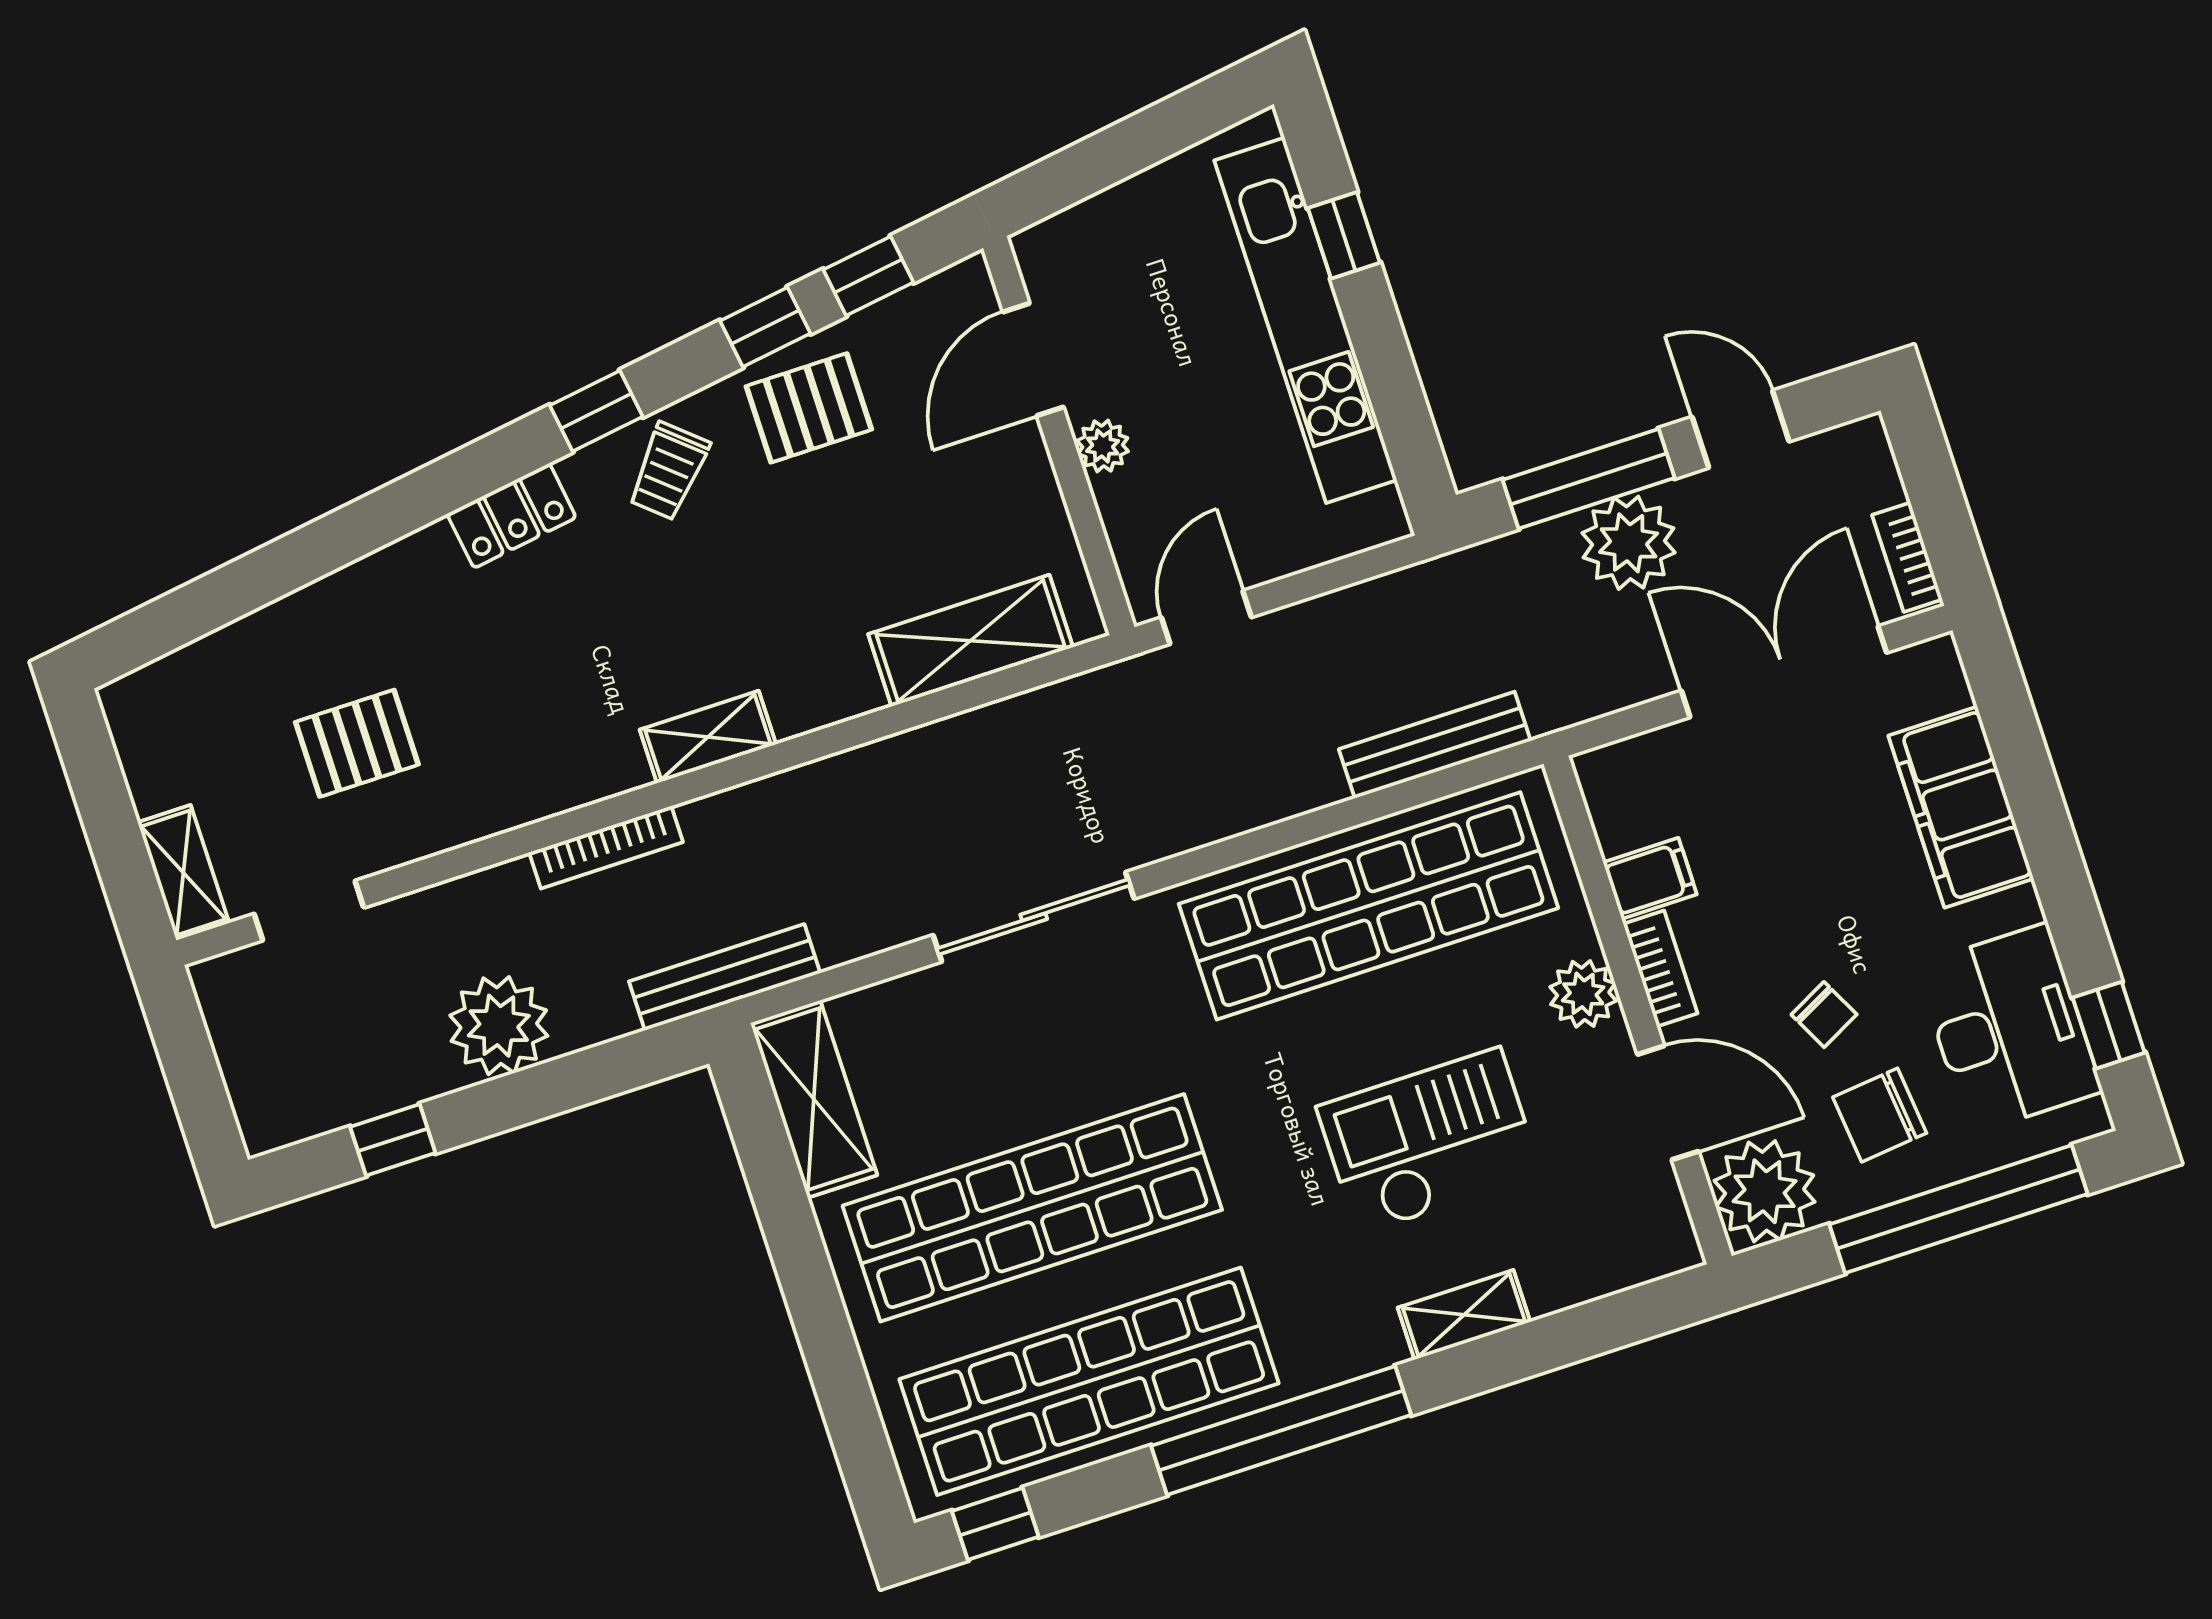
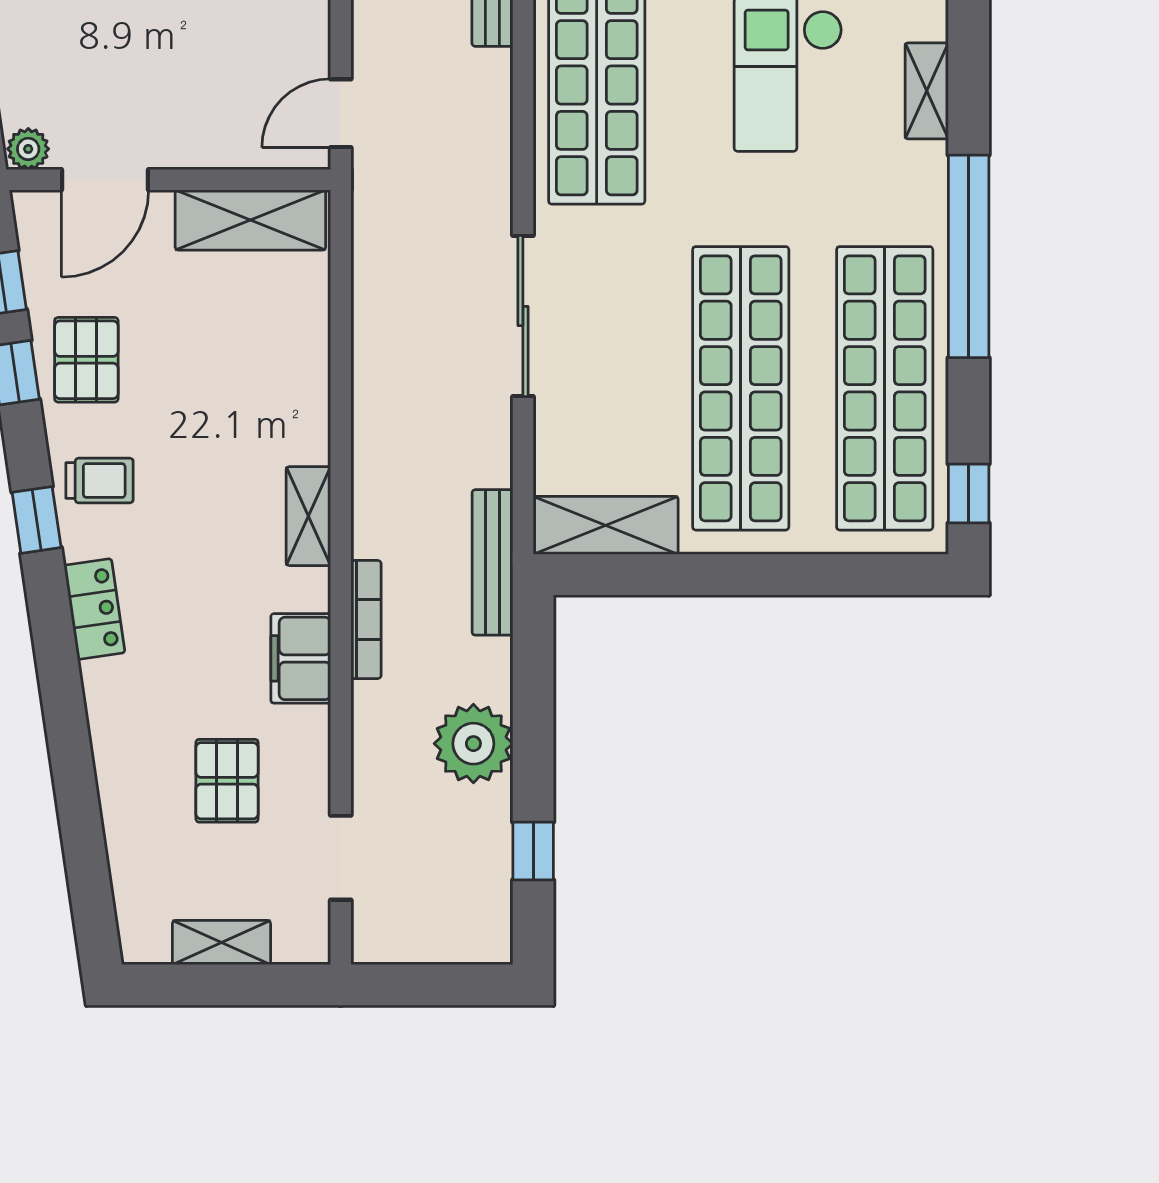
door: (1033, 359) -> (105, 180), hinge flipped
plant: (1103, 446) -> (28, 149), moved
trolley: (668, 471) -> (99, 481), turned -41
door: (1206, 617) -> (341, 113), hinge flipped
shelving: (971, 641) -> (250, 220), moved, turned 90
filing cabinet: (533, 784) -> (301, 658), added
shelving: (183, 873) -> (221, 942), moved

